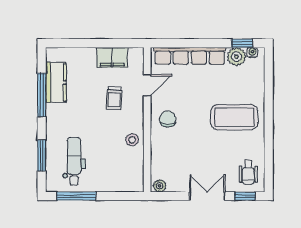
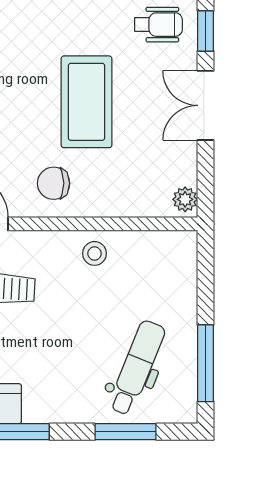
coffee table: (234, 117) -> (86, 102), moved
dental chair: (74, 161) -> (137, 368), turned 112

